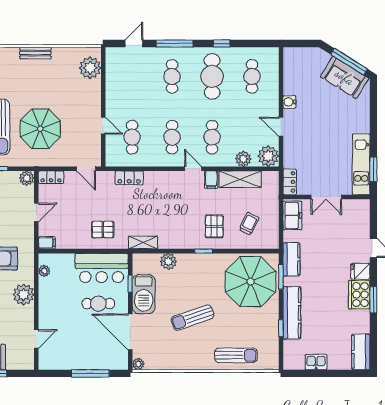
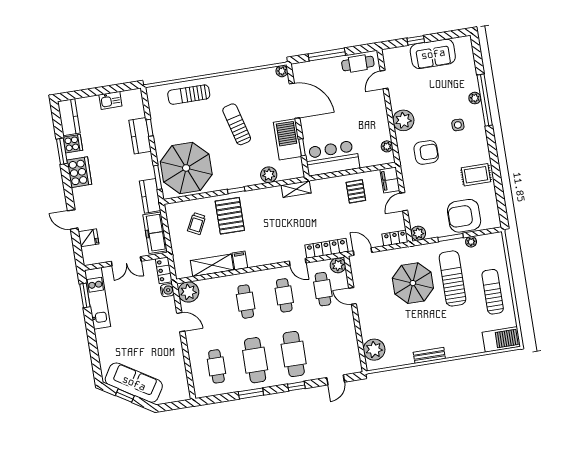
window: (175, 44) -> (296, 386), width x0.46
window: (222, 44) -> (251, 393), width x1.50
window: (349, 62) -> (125, 396), width x0.46
cafe table: (172, 76) -> (294, 354), width x1.37, depth x1.35
sofa: (345, 77) -> (134, 383), width x1.36
water cooler: (289, 102) -> (167, 290), moved
plant: (243, 159) -> (338, 265), moved
door: (193, 169) -> (298, 262), moved
locker: (129, 178) -> (326, 248), width x1.53
double door: (326, 197) -> (126, 261), swing flipped
freezer: (292, 215) -> (155, 233), width x1.40
pallet: (214, 226) -> (230, 216), width x1.50, depth x1.42
pallet: (103, 230) -> (356, 191), moved, turned 90
filing cabinet: (47, 243) -> (390, 180), width x2.00
fridge: (360, 271) -> (89, 238), moved
window: (373, 300) -> (62, 151), moved
cafe table: (98, 304) -> (358, 63), moved
kitchen counter: (292, 313) -> (140, 136), width x0.67
sun lounger: (192, 318) -> (237, 124), turned -86
cooker: (361, 324) -> (73, 144), added

